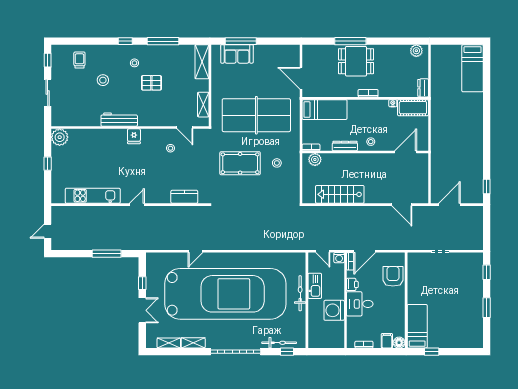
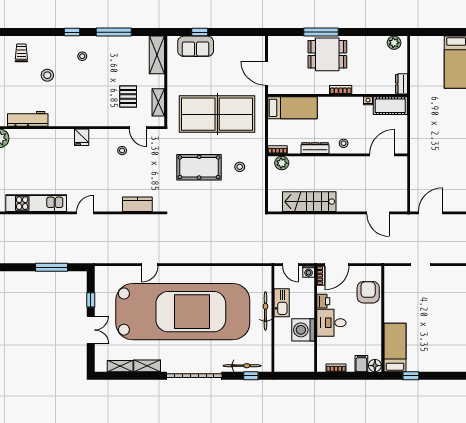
window: (241, 41) -> (200, 32), width x0.46
pallet: (151, 83) -> (128, 96), moved, turned 90
workbench: (119, 120) -> (28, 119), moved

